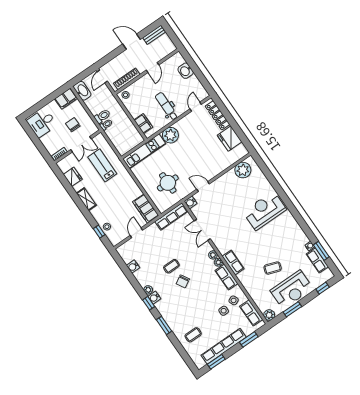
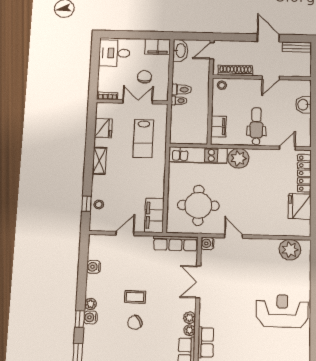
double door: (81, 144) -> (138, 102), swing flipped
lab bench: (102, 165) -> (143, 138), turned 180
round table: (168, 183) -> (198, 205), width x1.36, depth x1.36

